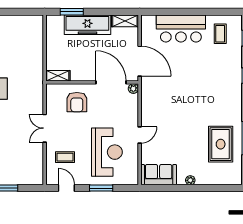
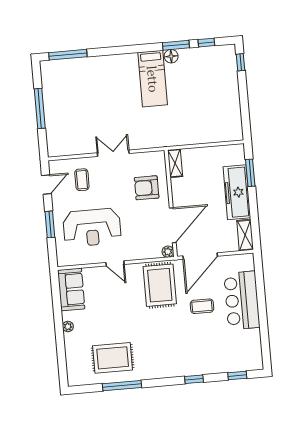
coffee table: (220, 34) -> (202, 306), moved
rug: (162, 98) -> (160, 285), added

